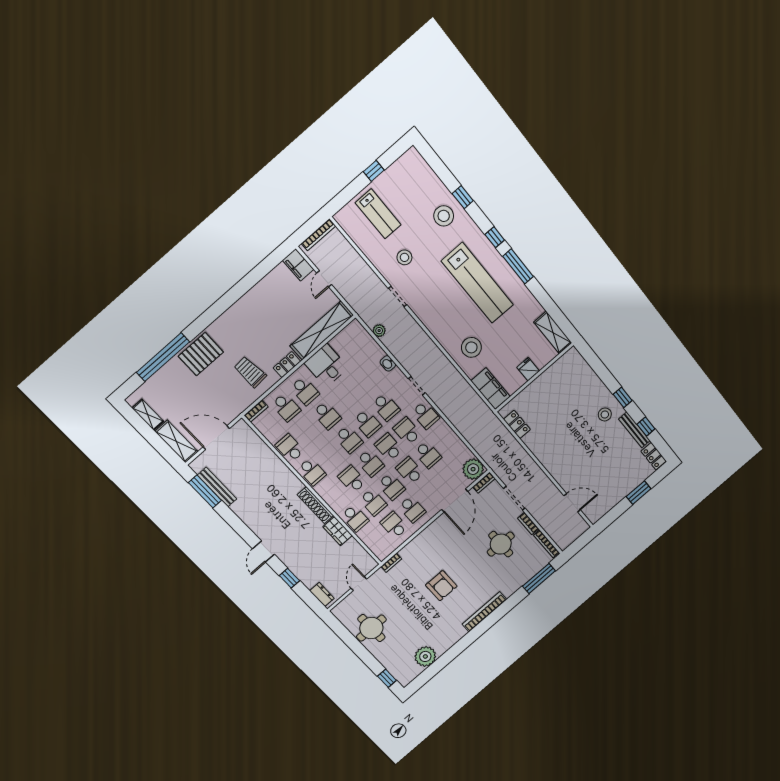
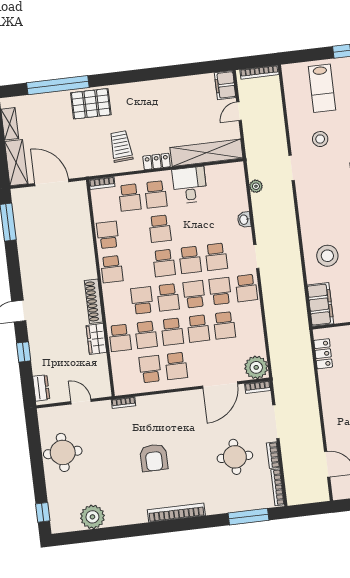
school desk: (410, 471) -> (198, 329), turned 180
bench: (217, 487) -> (21, 226), removed
door: (359, 584) -> (81, 402), hinge flipped

